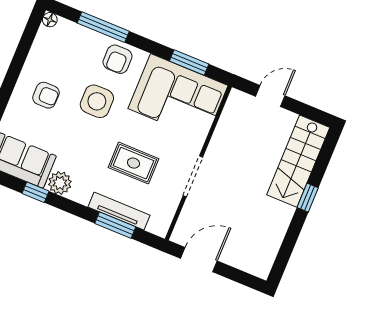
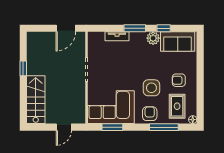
rug: (134, 163) -> (177, 106), moved, turned 90
window: (308, 198) -> (23, 68), moved
tv unit: (119, 211) -> (117, 36), width x0.71
window: (115, 225) -> (135, 28), moved

